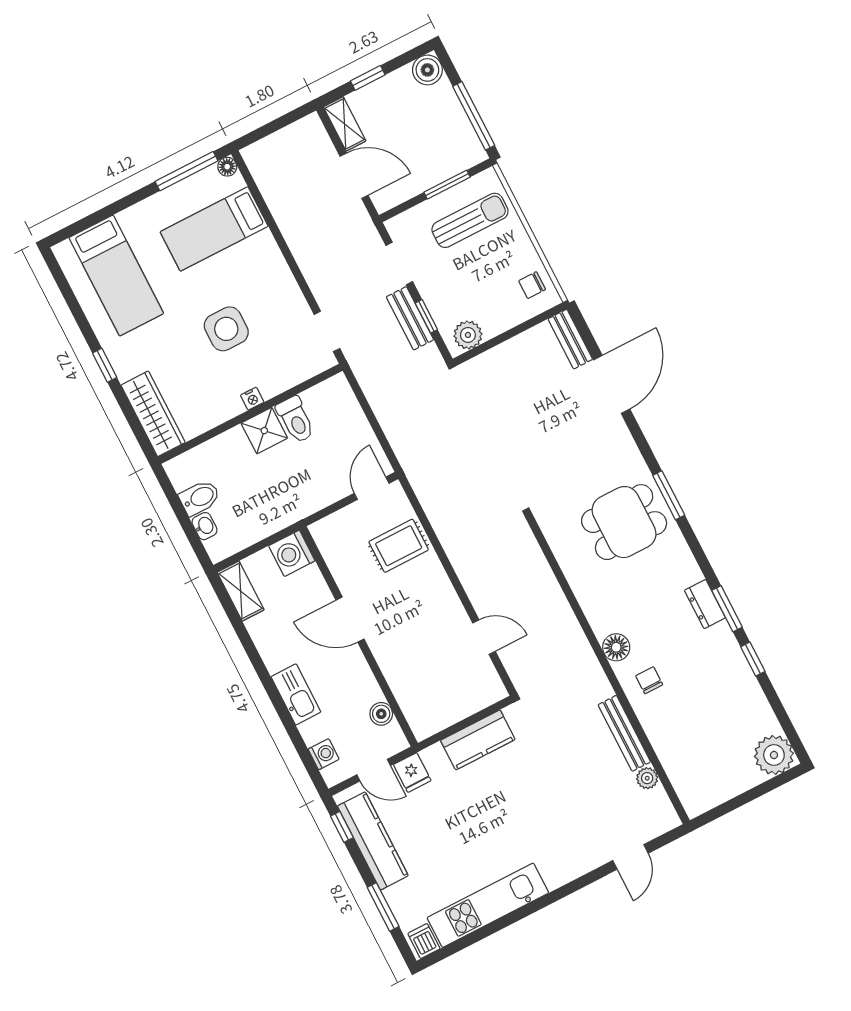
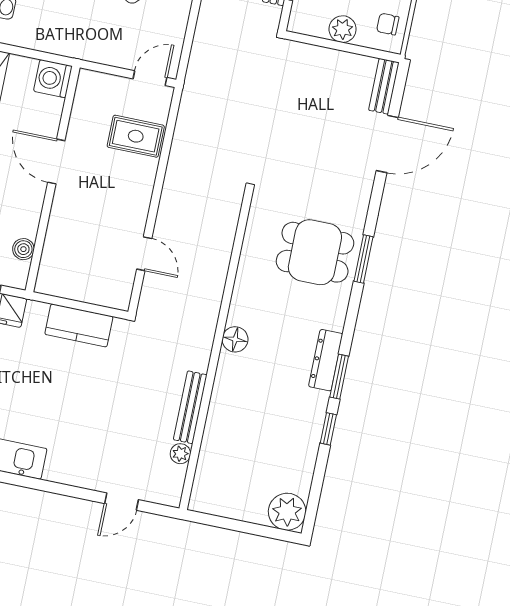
plant: (468, 335) -> (343, 29), moved
dresser: (705, 604) -> (326, 360), width x1.44
chair: (649, 680) -> (240, 383), removed

